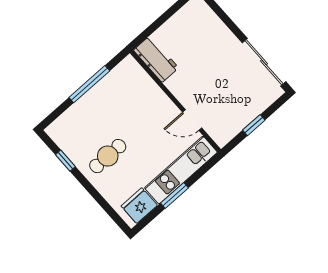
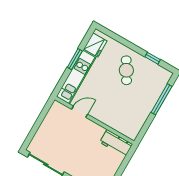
window: (89, 84) -> (161, 99), moved
window: (254, 125) -> (39, 122), removed
cafe table: (108, 156) -> (126, 70), turned -31

